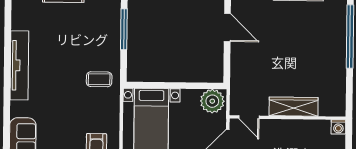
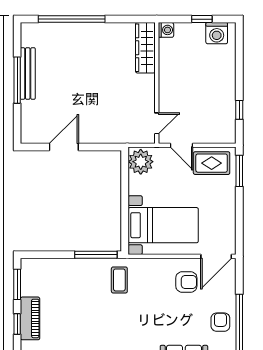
window: (124, 29) -> (96, 255), moved
wardrobe: (294, 107) -> (145, 48), moved

